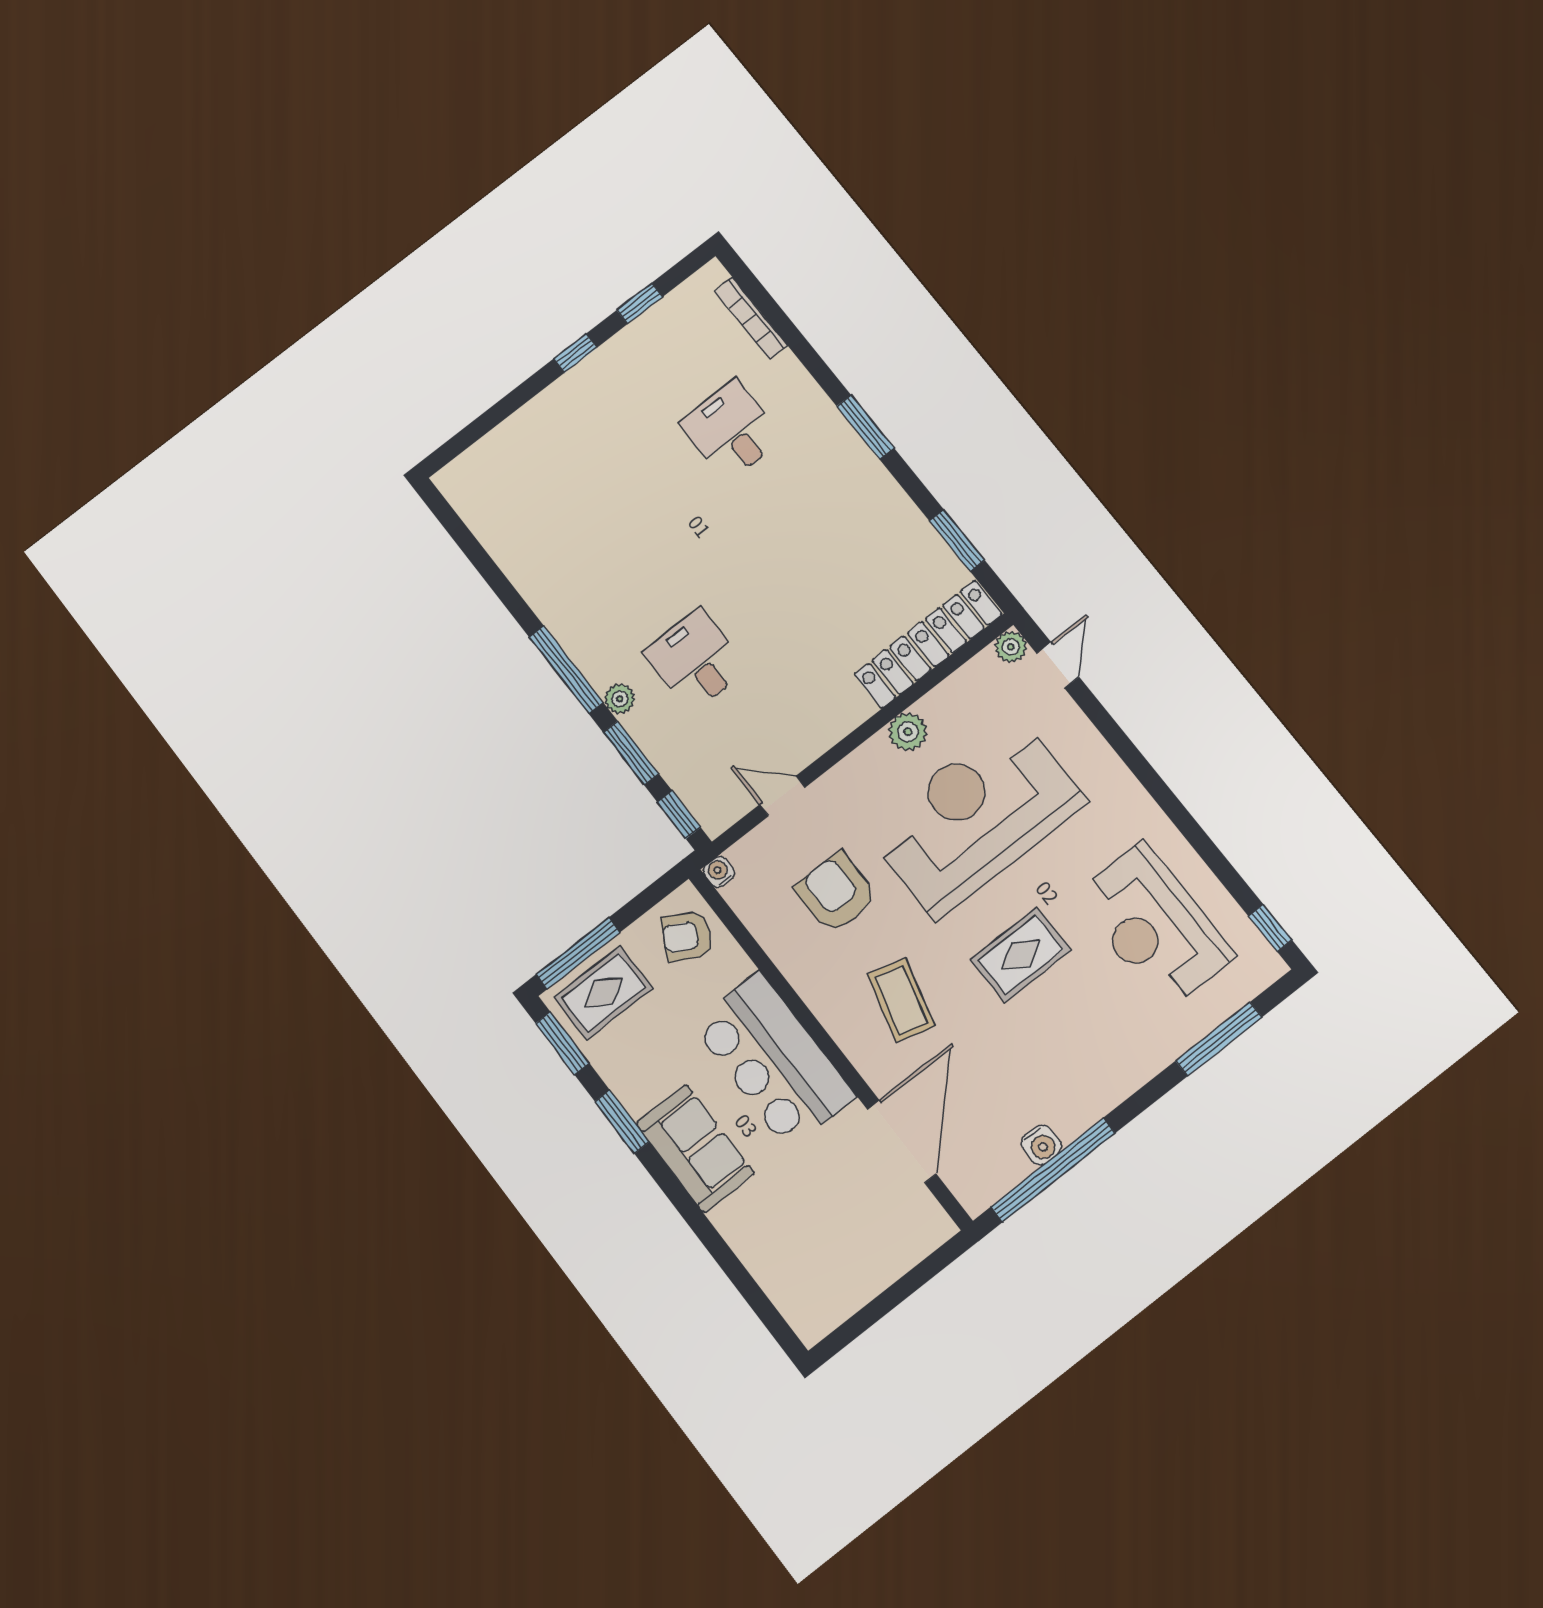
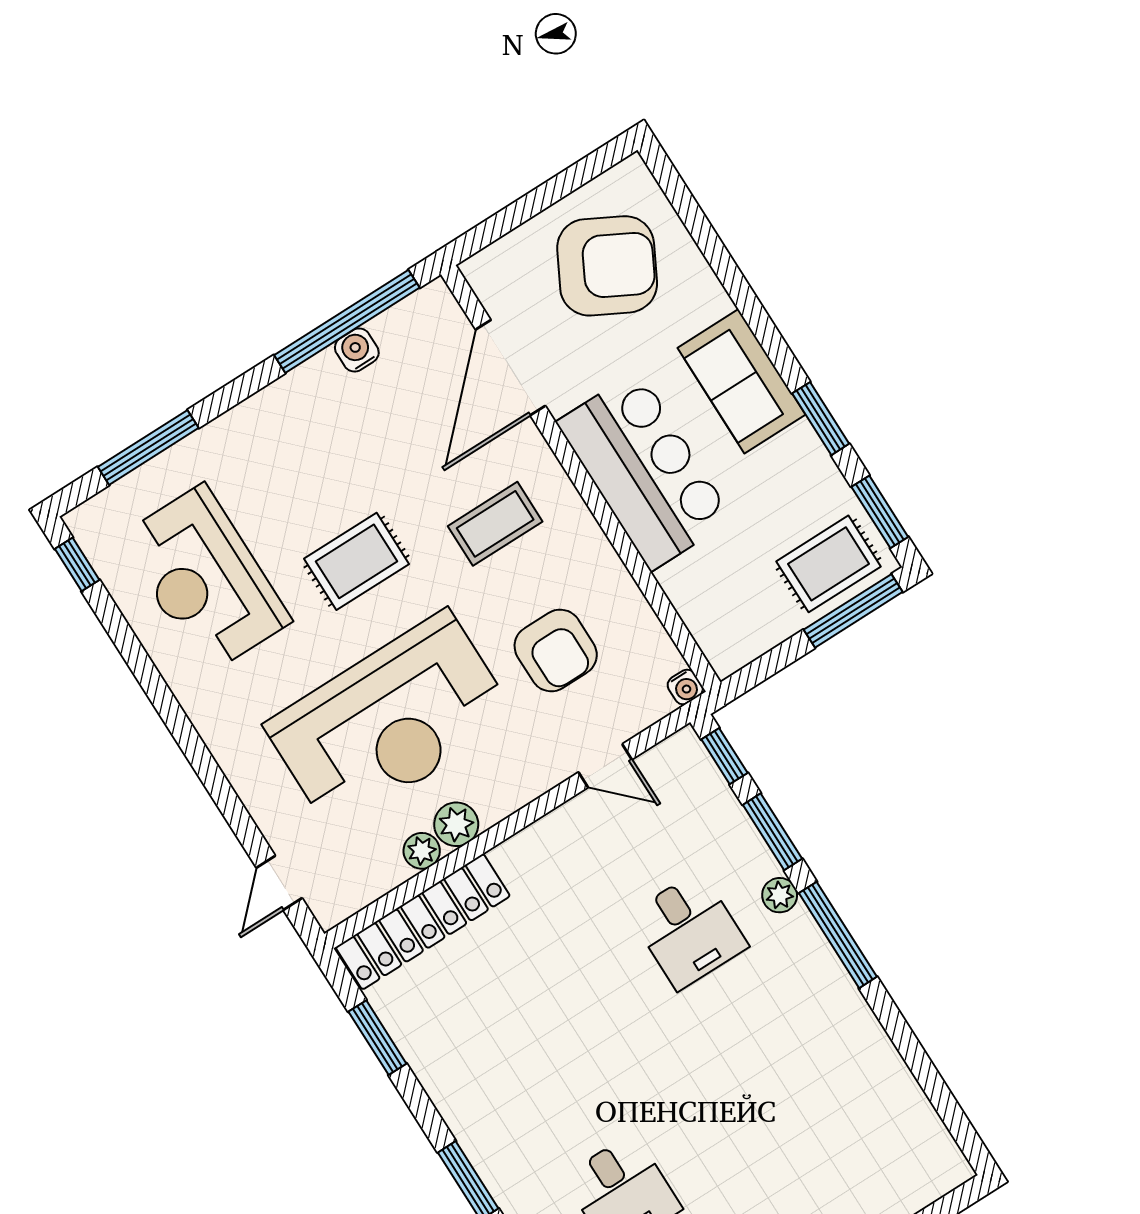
plant: (1011, 647) -> (422, 851), moved
reception desk: (1154, 926) -> (205, 579), turned 180
armchair: (687, 936) -> (607, 266), moved, width x1.88, depth x1.88
coffee table: (901, 1000) -> (495, 524), turned 75

